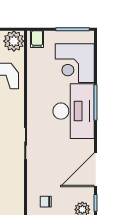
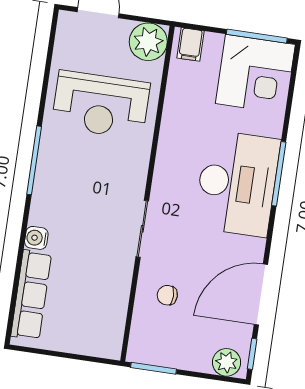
corner desk: (75, 63) -> (255, 74), moved, turned -90
chair: (46, 202) -> (167, 295), moved

